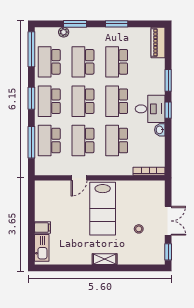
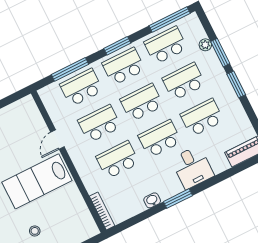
window: (117, 24) -> (236, 84), moved
window: (168, 80) -> (210, 183), removed
desk: (150, 109) -> (192, 167), moved
window: (168, 110) -> (178, 199), width x1.50
door: (79, 178) -> (57, 139), hinge flipped

